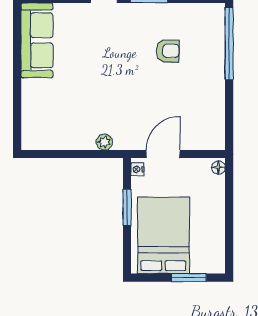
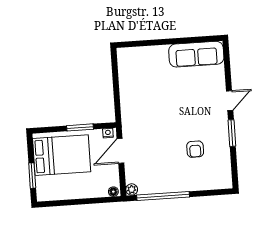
window: (229, 44) -> (163, 196), moved
plant: (104, 142) -> (132, 189), moved
door: (163, 154) -> (120, 151), swing flipped

